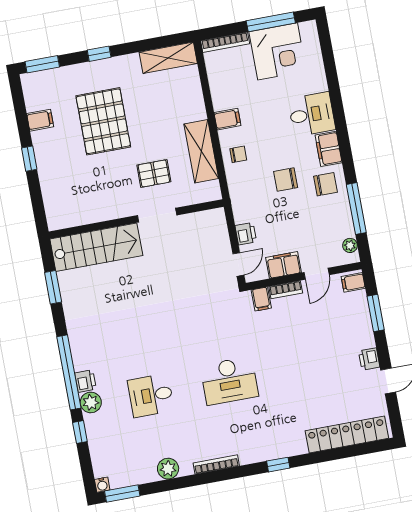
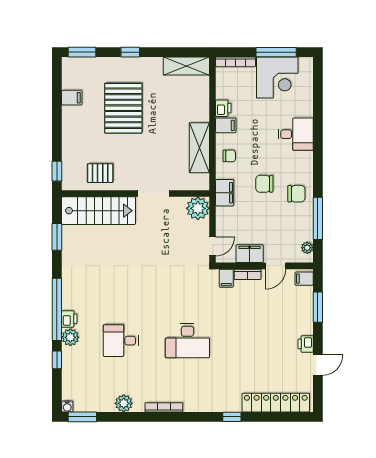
filing cabinet: (329, 149) -> (225, 193), moved, turned 180
window: (29, 159) -> (57, 171), moved
pallet: (154, 173) -> (100, 173), moved
plant: (213, 223) -> (198, 208), added
printer: (246, 234) -> (223, 108), moved
window: (278, 465) -> (232, 417), moved

